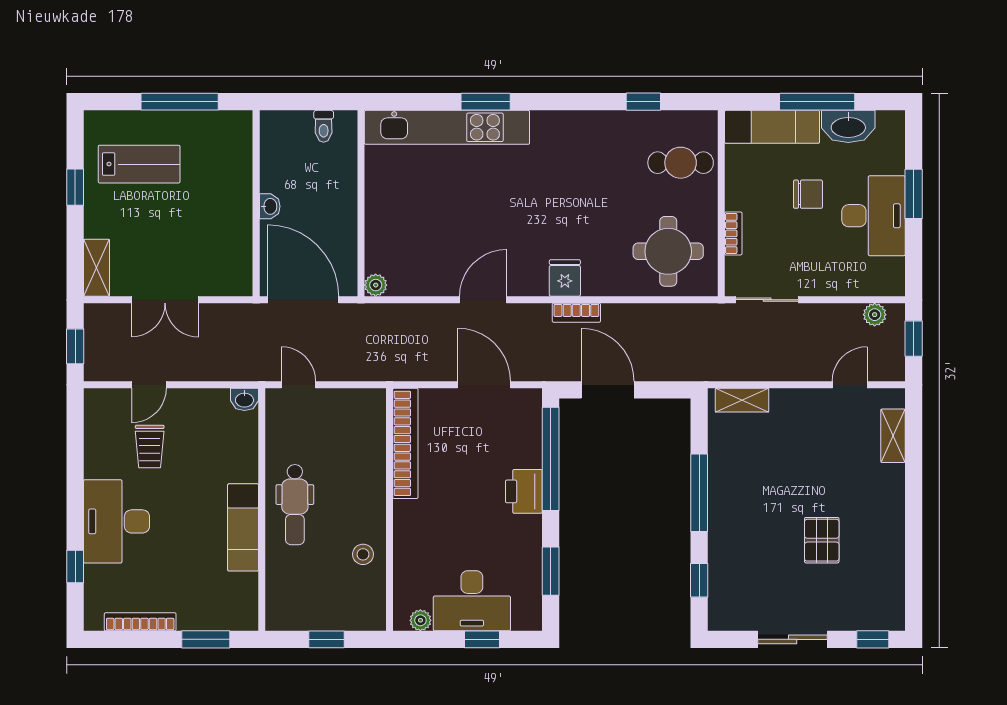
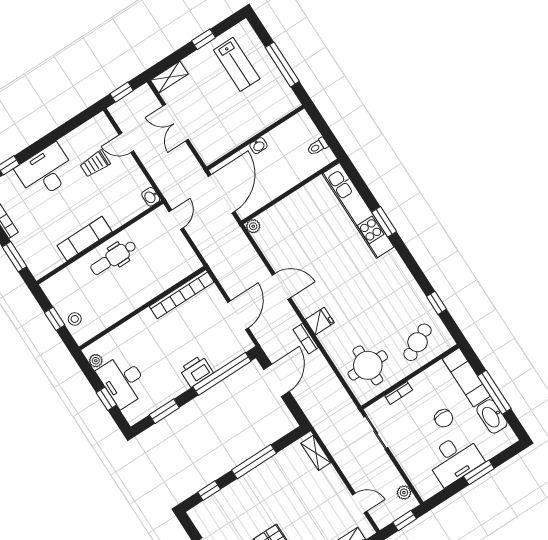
cafe table: (681, 163) -> (418, 342), turned 63
stool: (363, 554) -> (75, 319), moved

